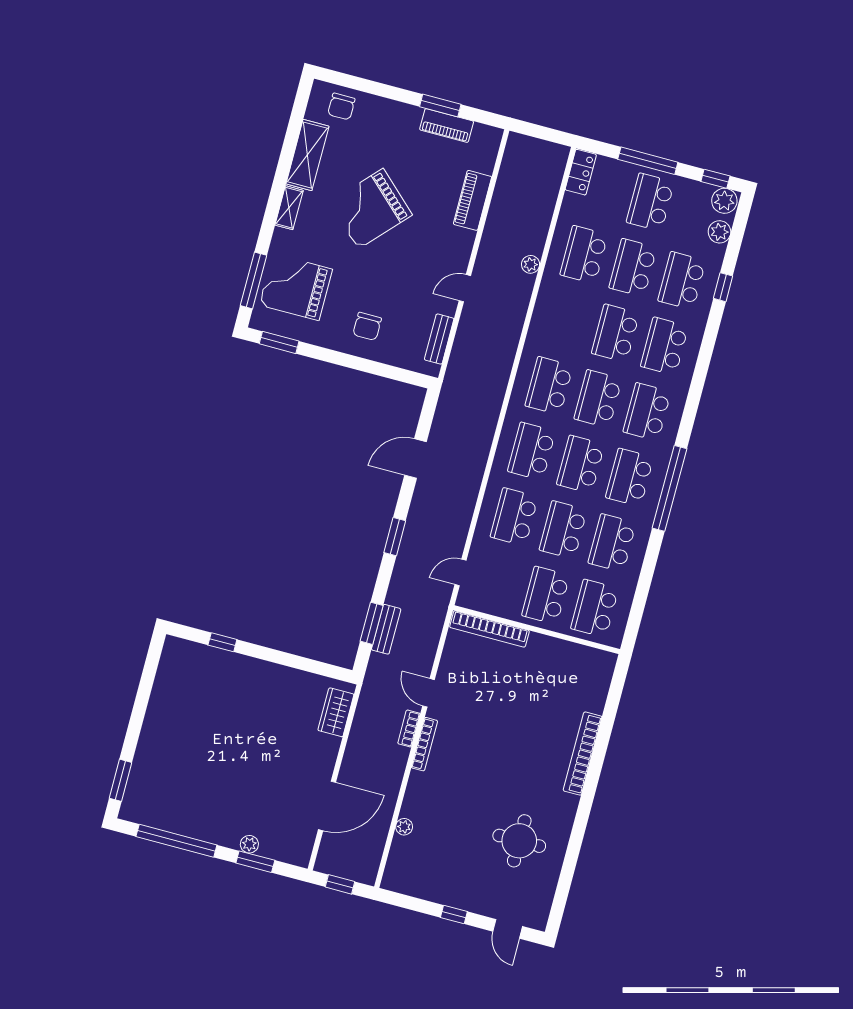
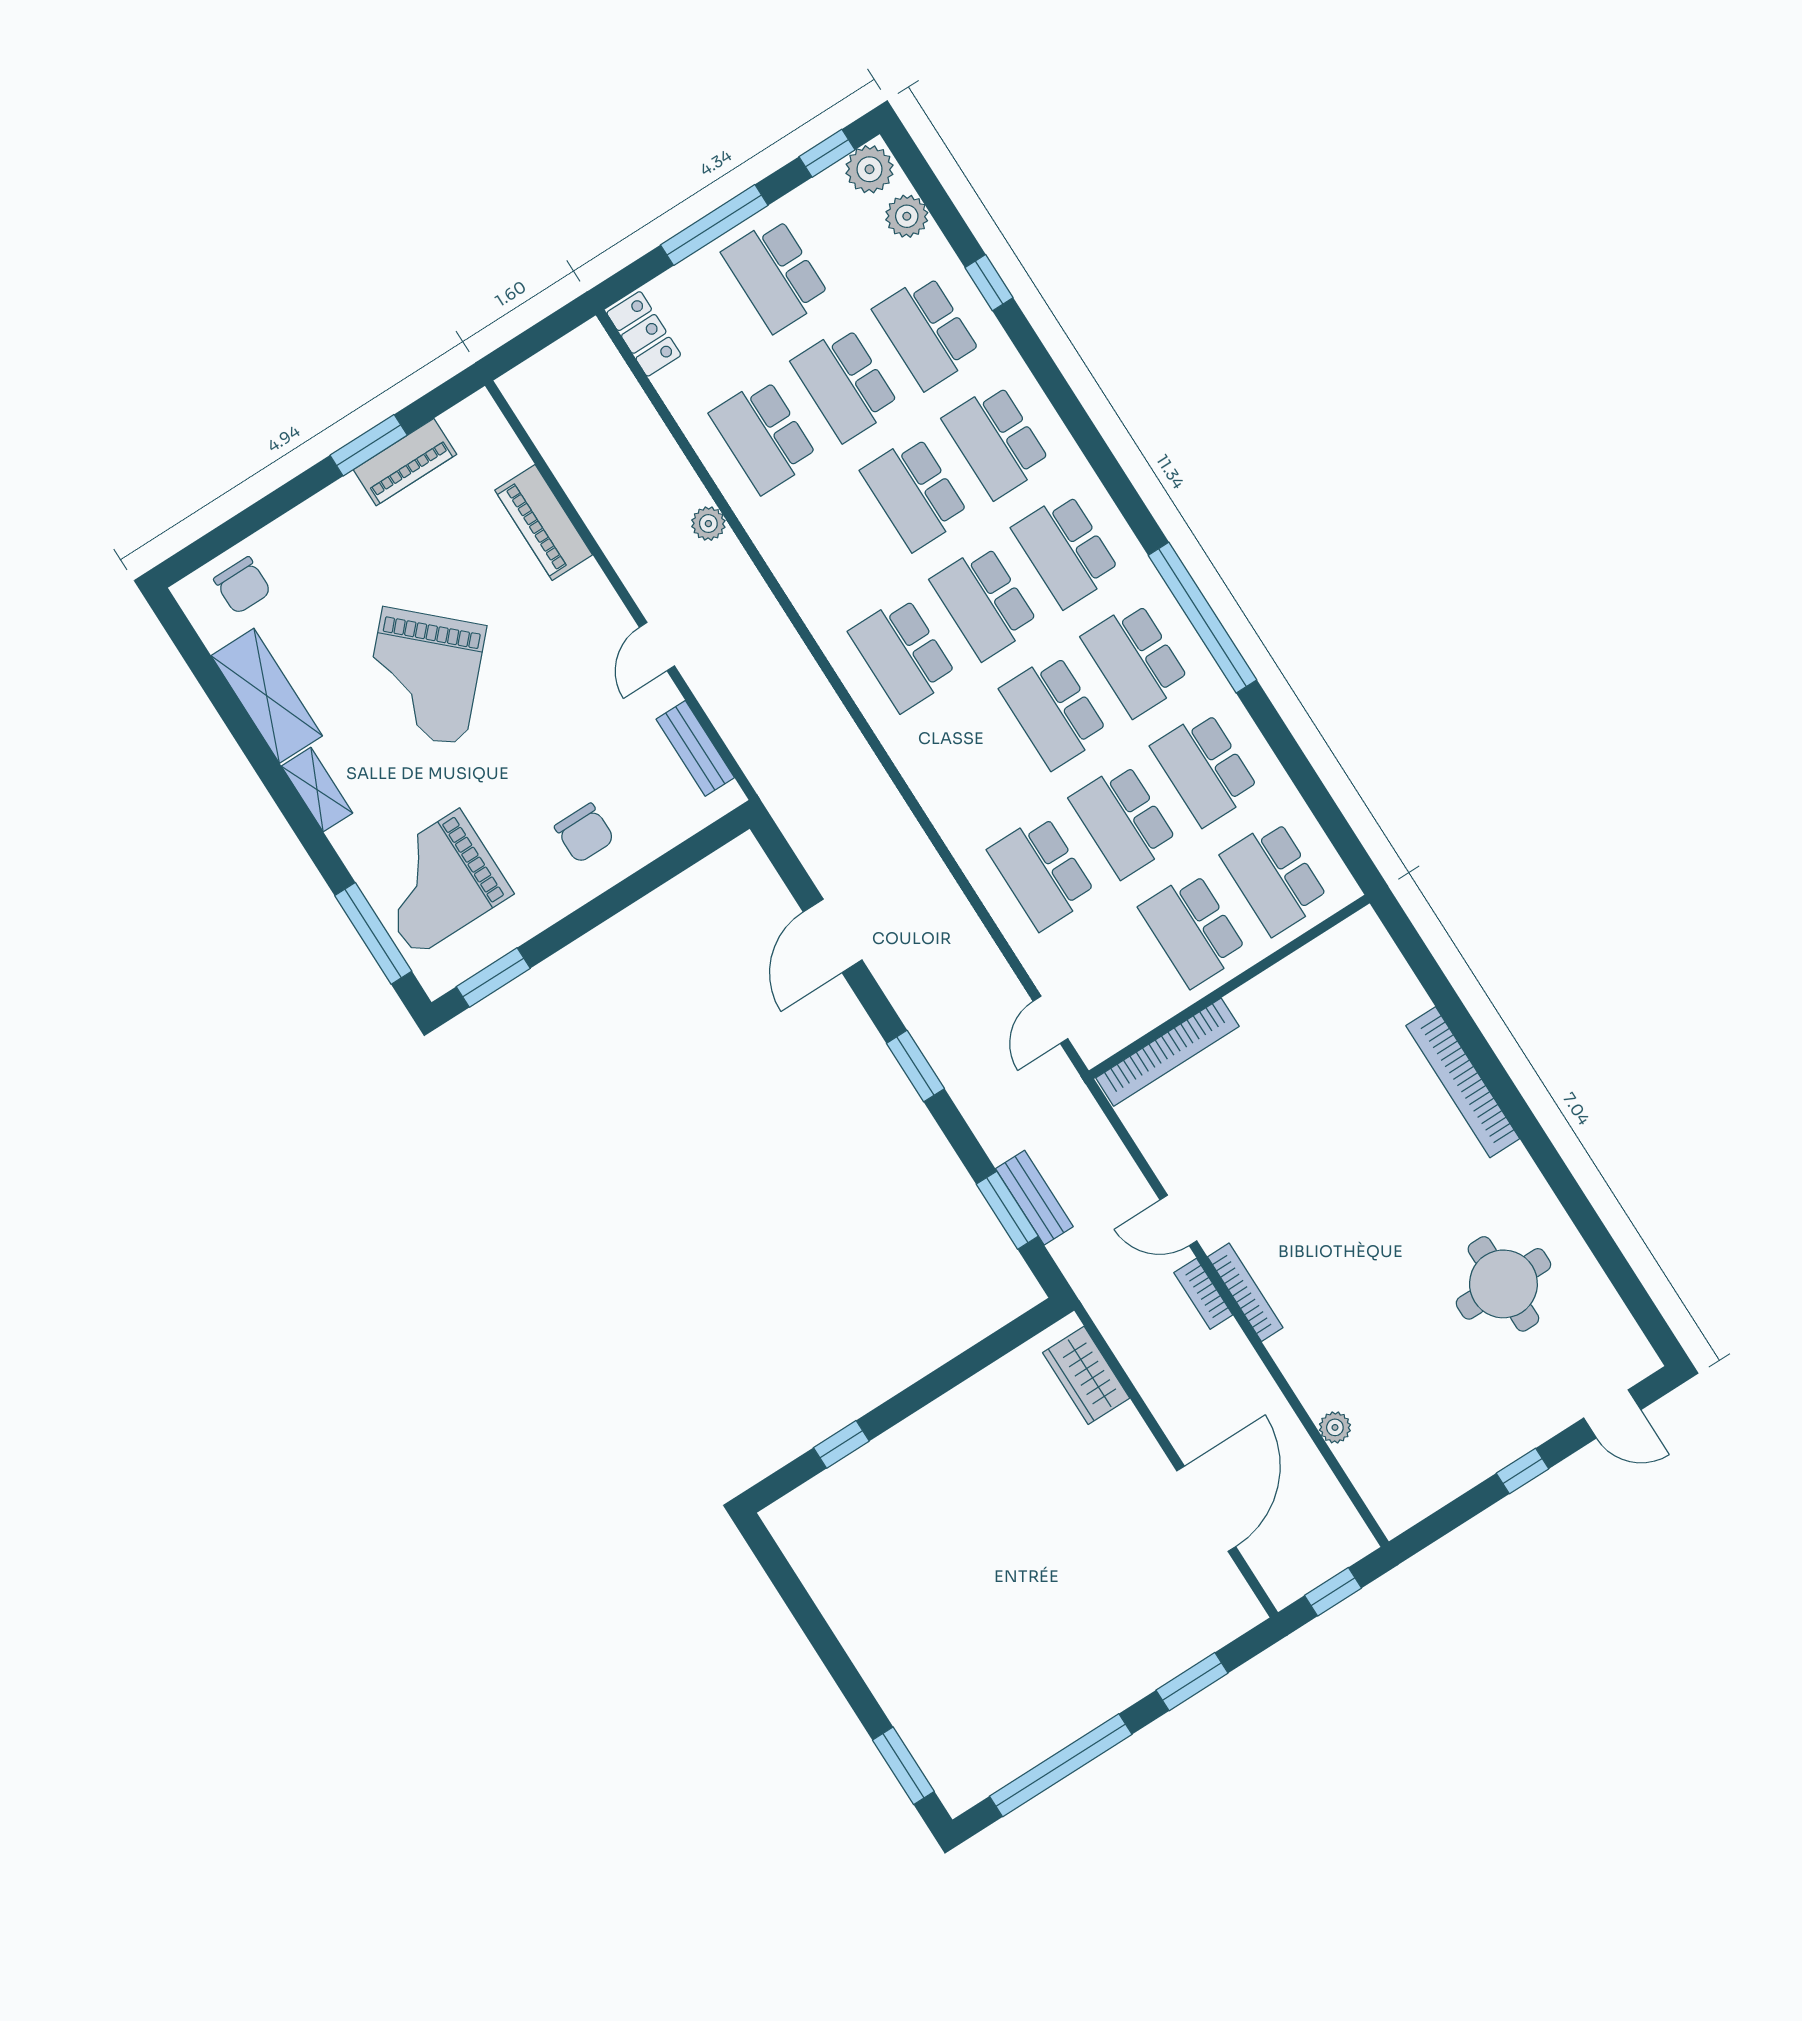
school desk: (532, 451) -> (972, 763), removed
plant: (249, 844) -> (1160, 1667), removed

